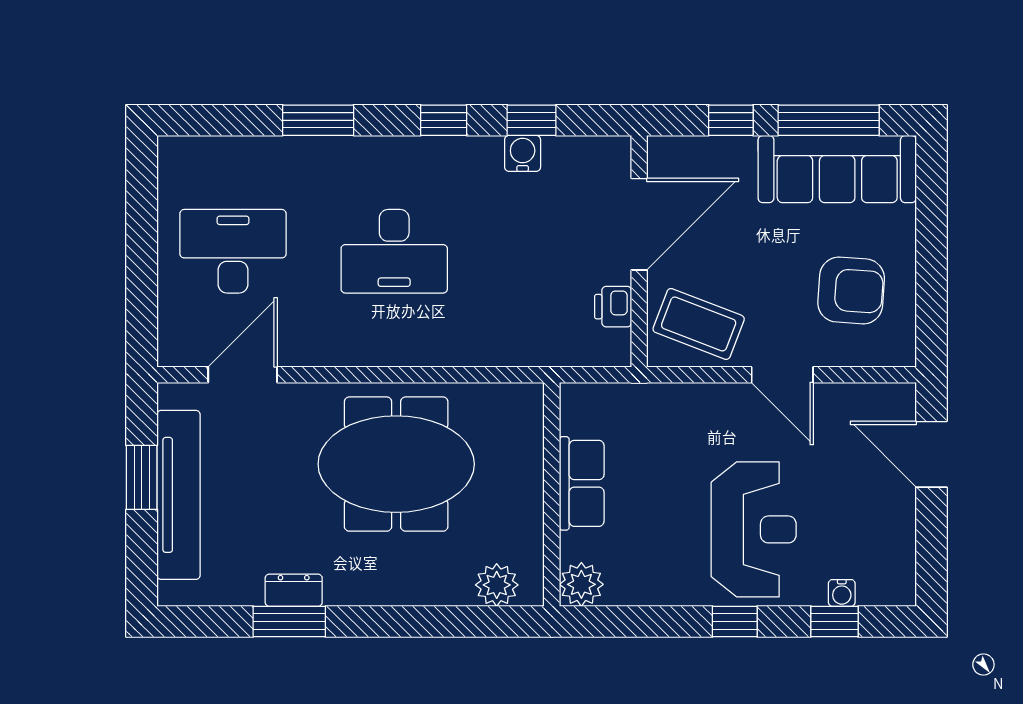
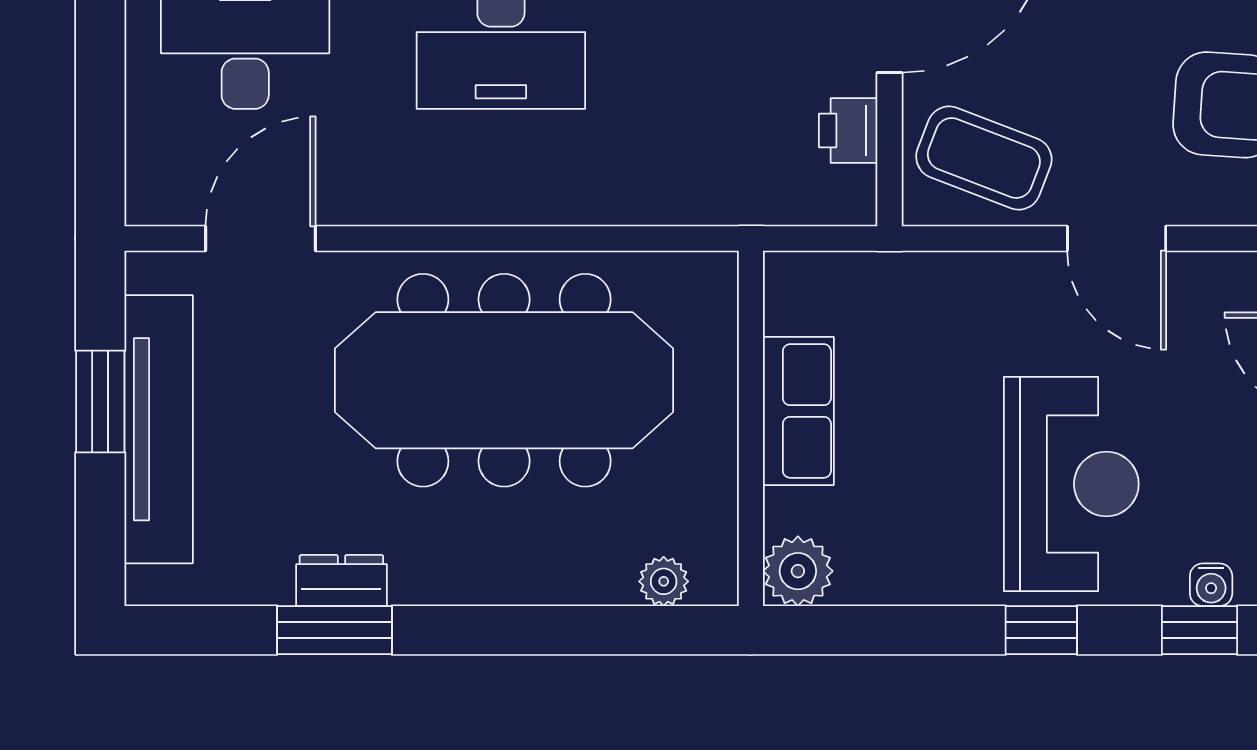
meeting table: (396, 464) -> (504, 380), width x1.36
plant: (497, 585) -> (664, 581), width x0.73, depth x0.73

